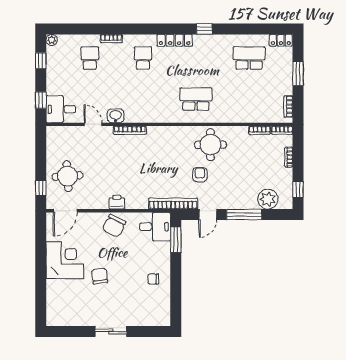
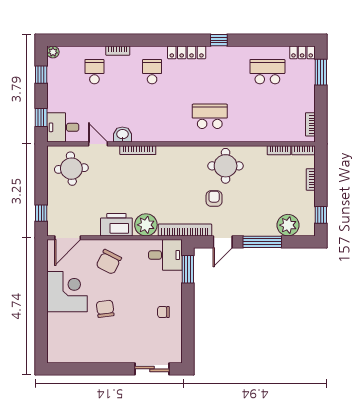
window: (298, 74) -> (321, 72), moved
round table: (68, 176) -> (71, 169), moved
plant: (137, 199) -> (146, 225), added
printer: (117, 202) -> (116, 225), width x1.87, depth x1.48
chair: (114, 226) -> (109, 262), moved
sliding door: (111, 331) -> (152, 369), moved

